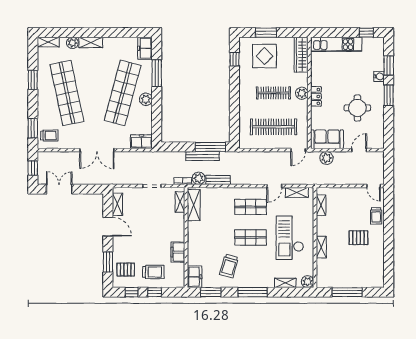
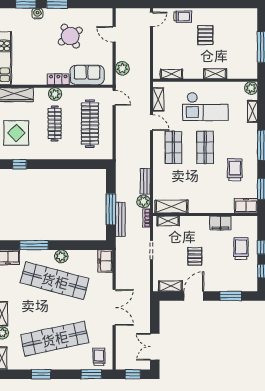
round table: (357, 108) -> (70, 36), turned -34
sofa: (327, 139) -> (87, 75), moved, turned 90
window: (210, 147) -> (111, 209), moved
bench: (203, 156) -> (120, 220), moved
trolley: (229, 266) -> (235, 170), turned -106
pallet: (126, 270) -> (195, 256), moved

